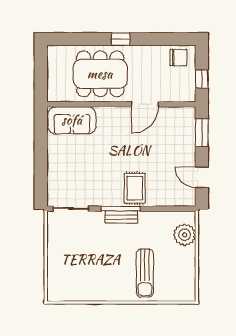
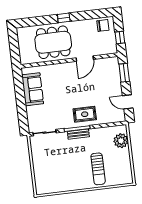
sofa: (72, 120) -> (33, 89), moved, turned -90
rug: (135, 188) -> (85, 114), turned 90

